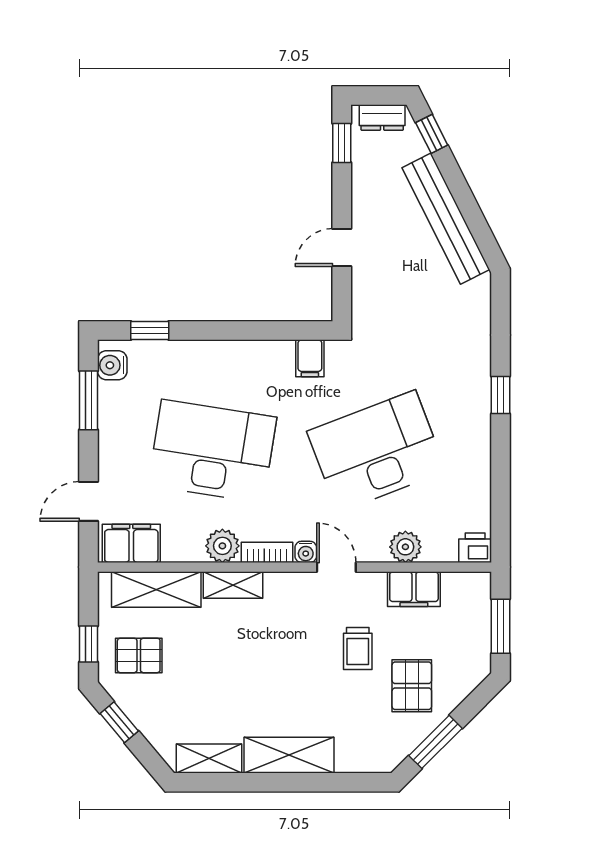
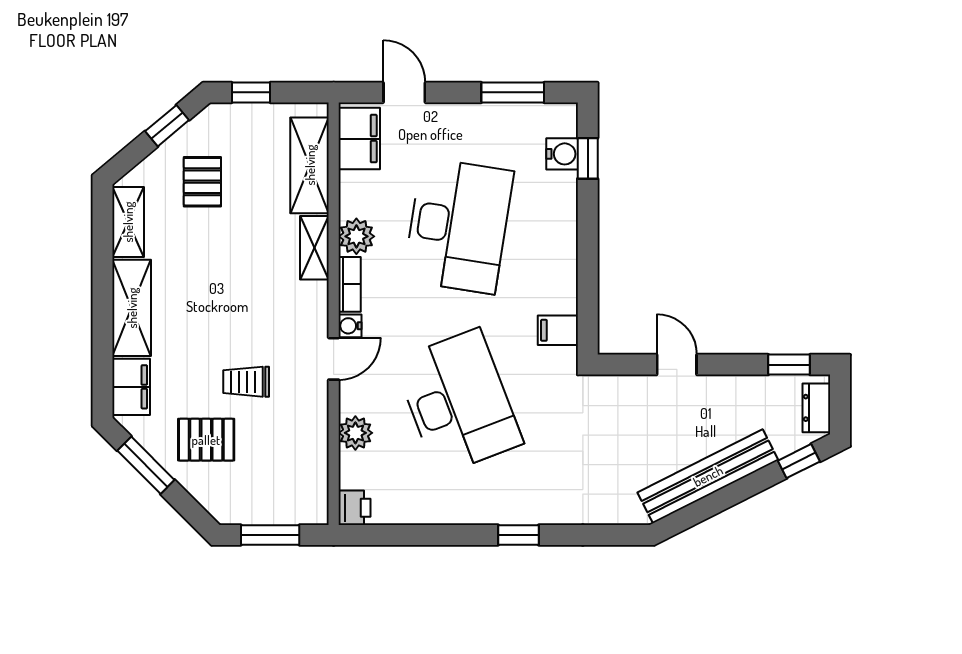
water cooler: (112, 365) -> (562, 154), moved, turned 90
filing cabinet: (414, 589) -> (131, 387), moved, turned 180
pallet: (139, 655) -> (202, 182), moved

